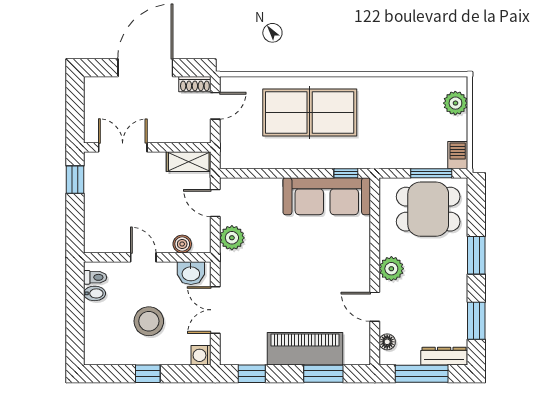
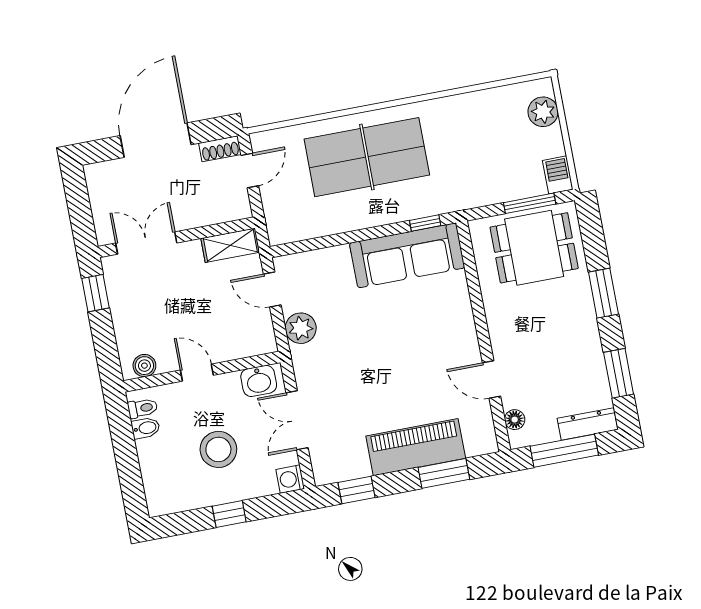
boiler: (182, 244) -> (144, 366), moved
plant: (391, 269) -> (503, 329), removed

